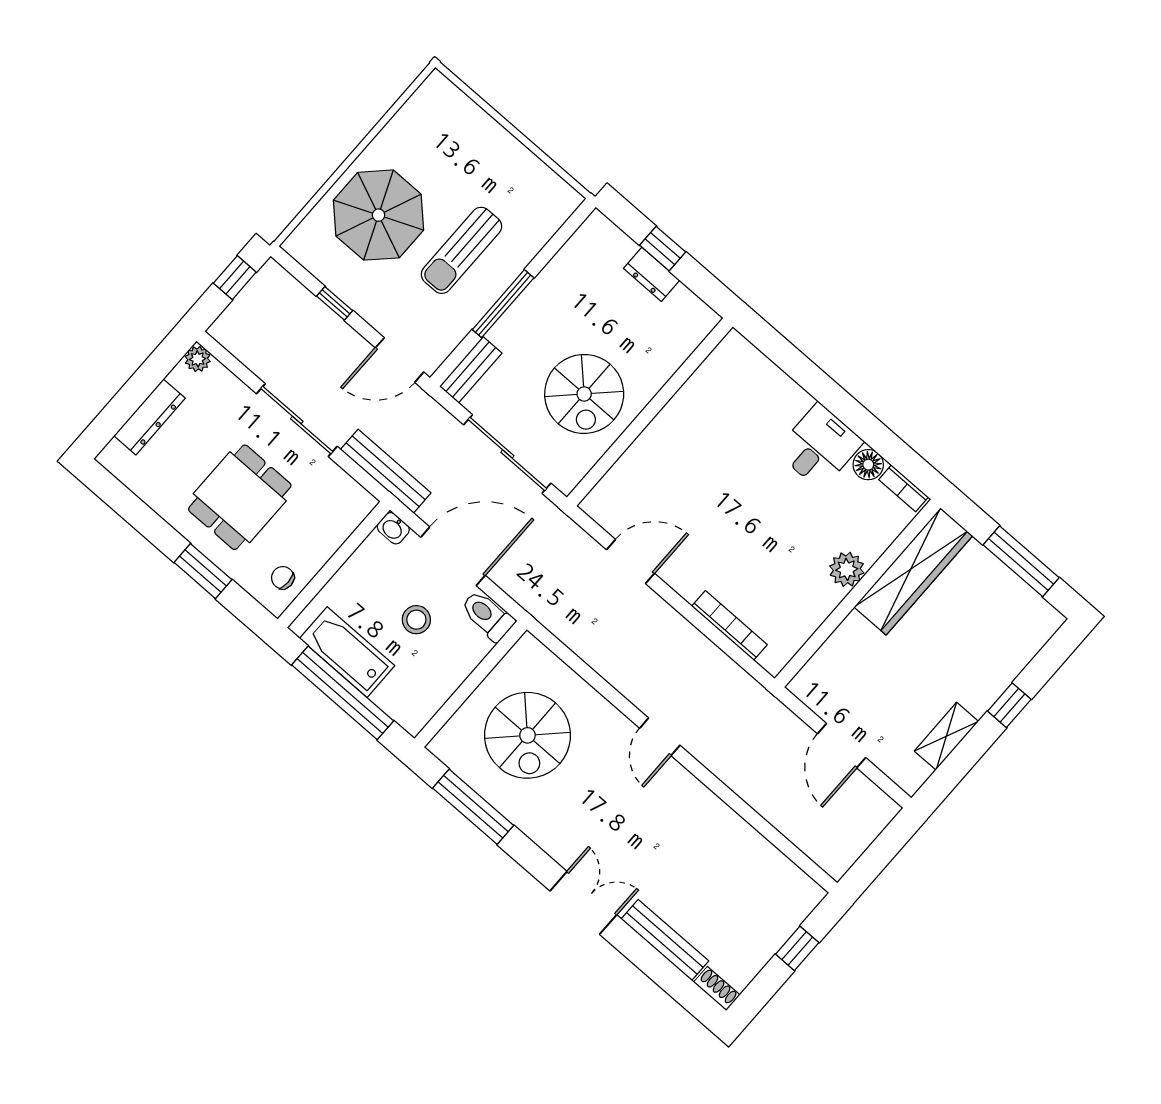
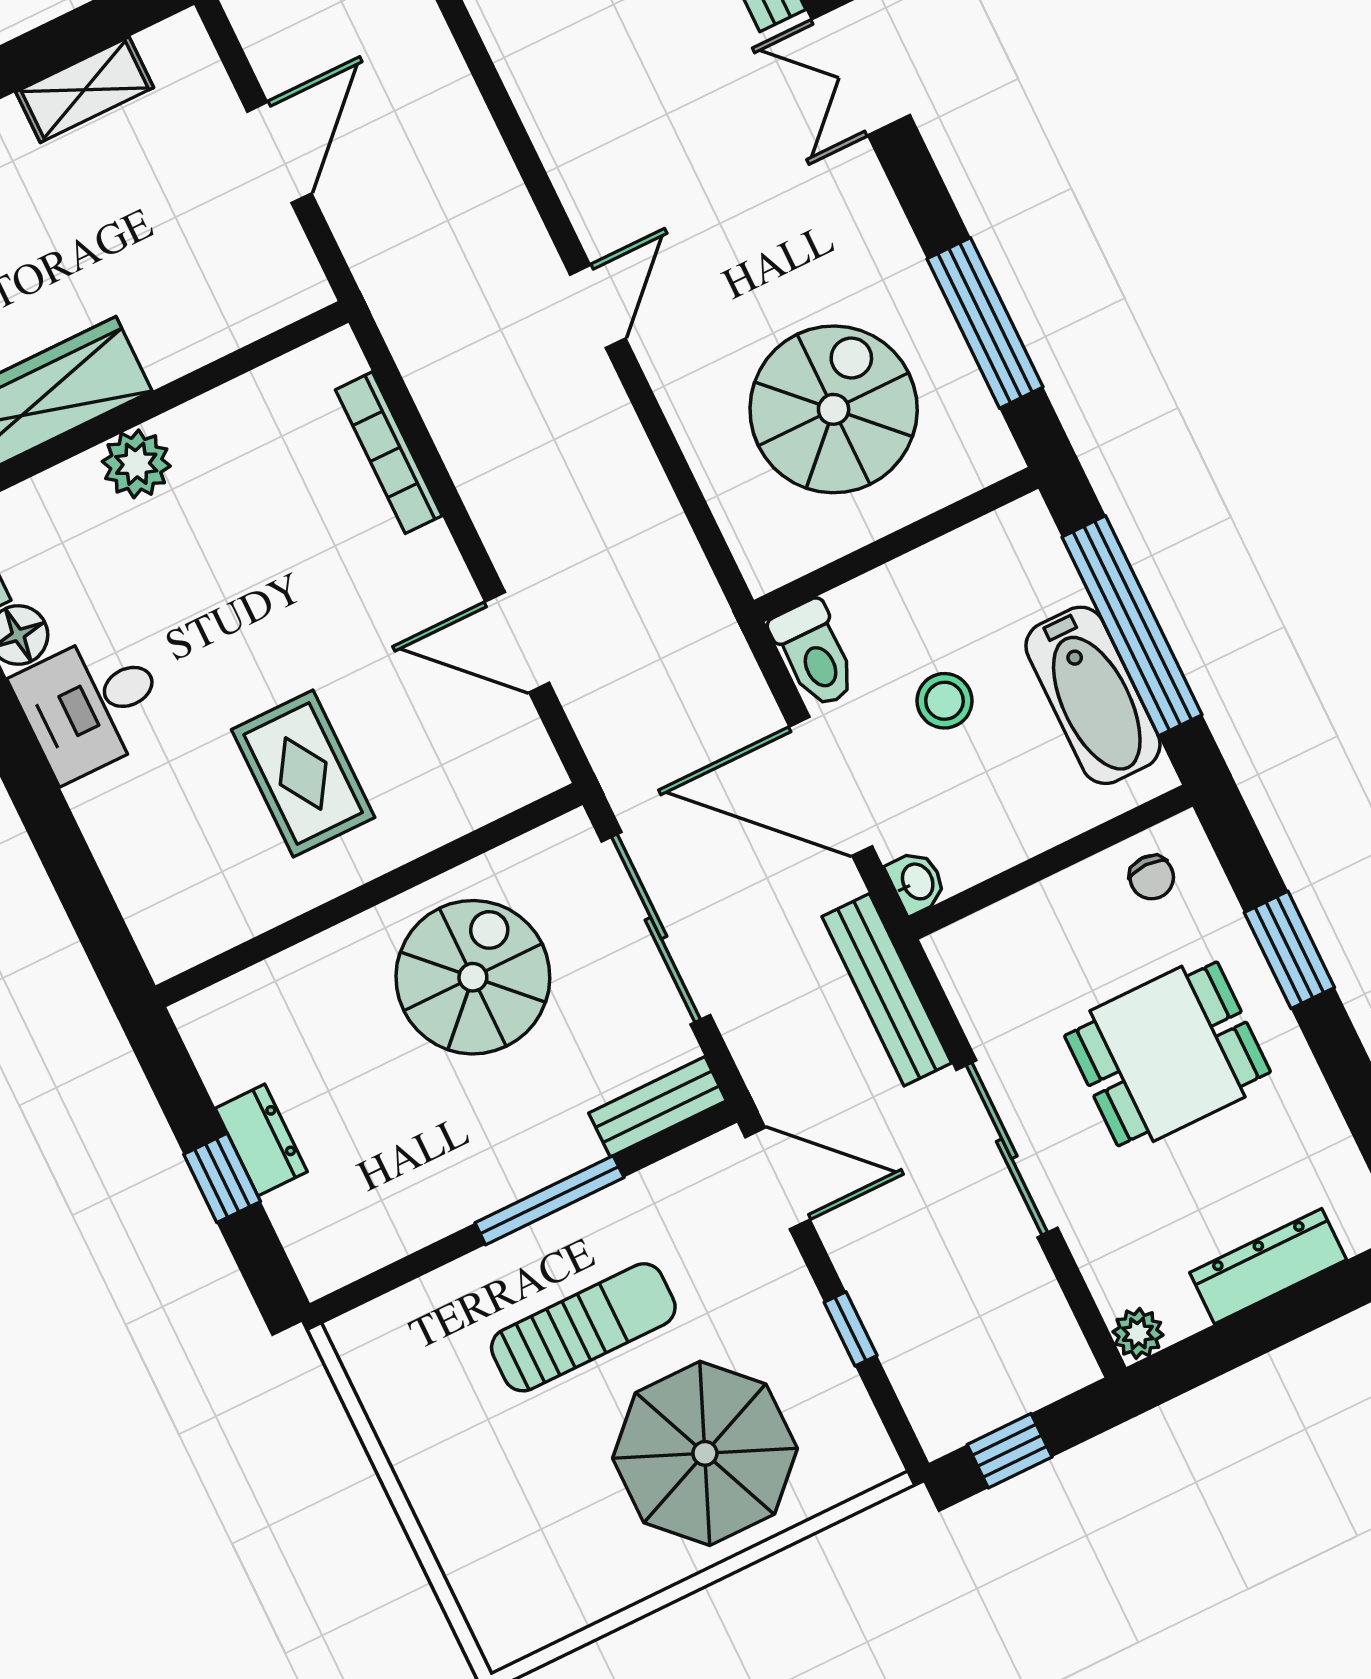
rug: (705, 456) -> (303, 774), added

